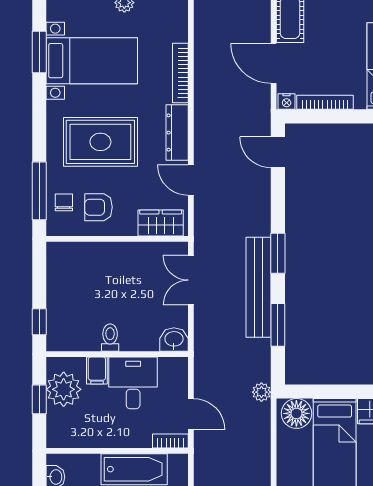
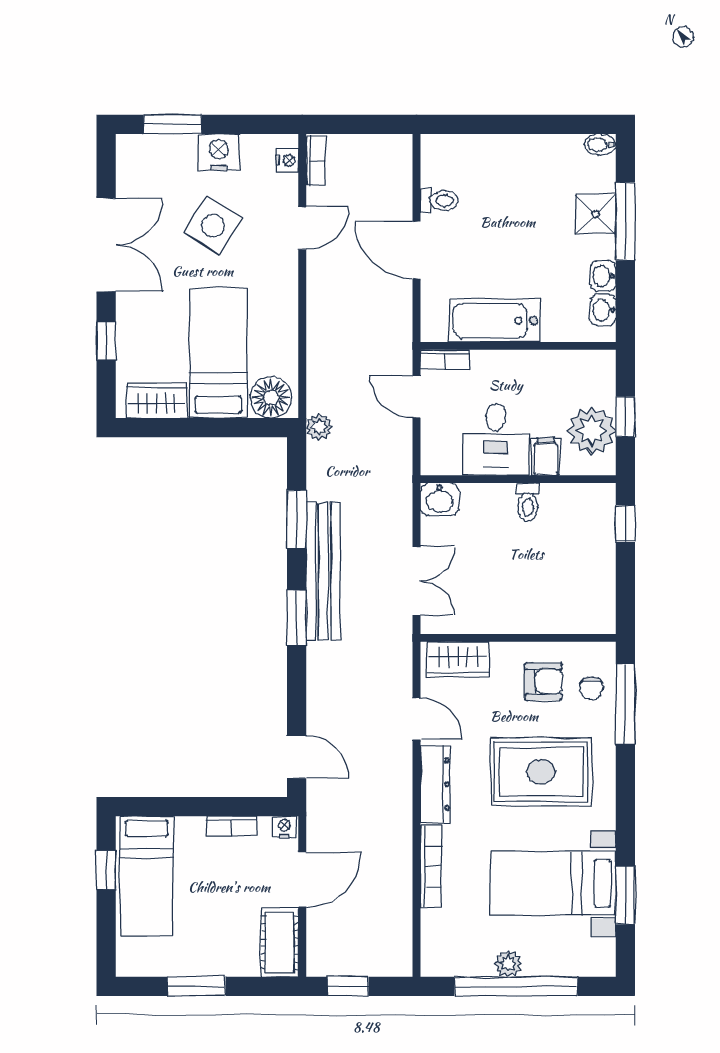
door: (274, 63) -> (302, 880), hinge flipped
bookcase: (325, 102) -> (232, 826), width x0.64

